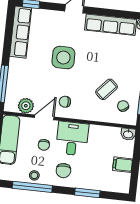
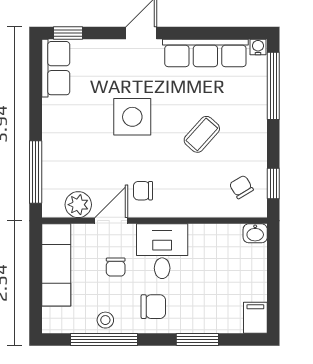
row of seats: (21, 32) -> (56, 68), width x0.68
coffee table: (107, 89) -> (202, 134), moved
filing cabinet: (123, 165) -> (255, 318), moved, turned 90
chair: (63, 171) -> (153, 307), turned -90

